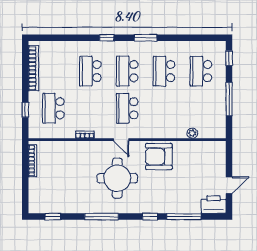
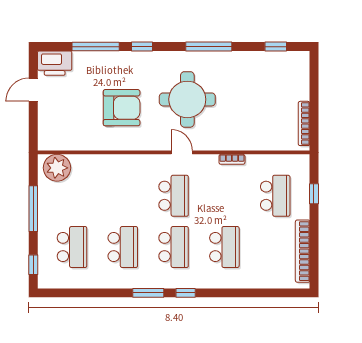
window: (107, 38) -> (186, 293), moved
plant: (192, 133) -> (57, 168), moved, width x1.88, depth x1.88
armchair: (159, 157) -> (122, 108), moved

